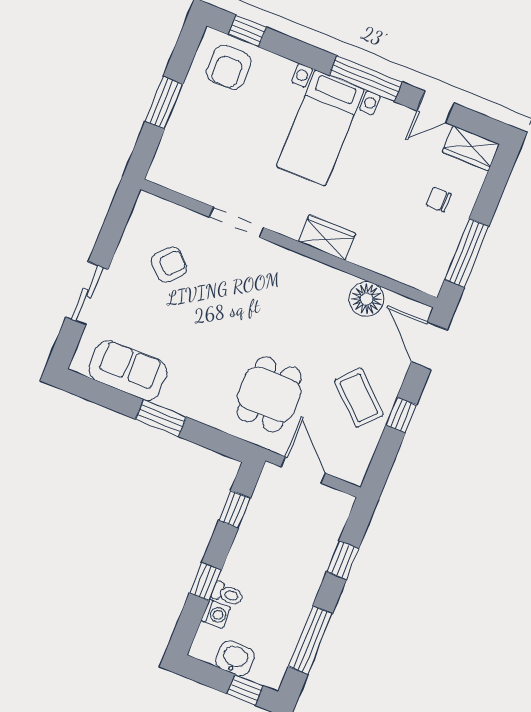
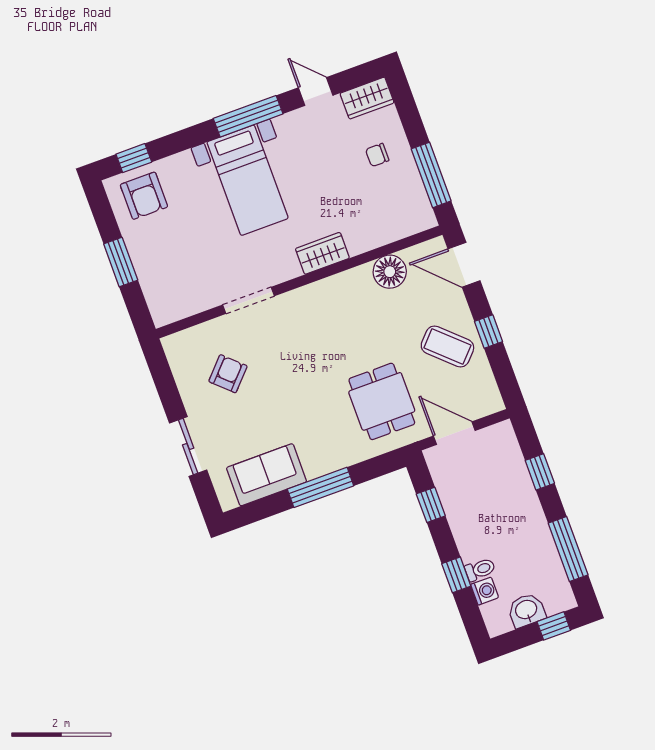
door: (436, 107) -> (316, 92), swing flipped
window: (161, 418) -> (320, 487), width x1.44

